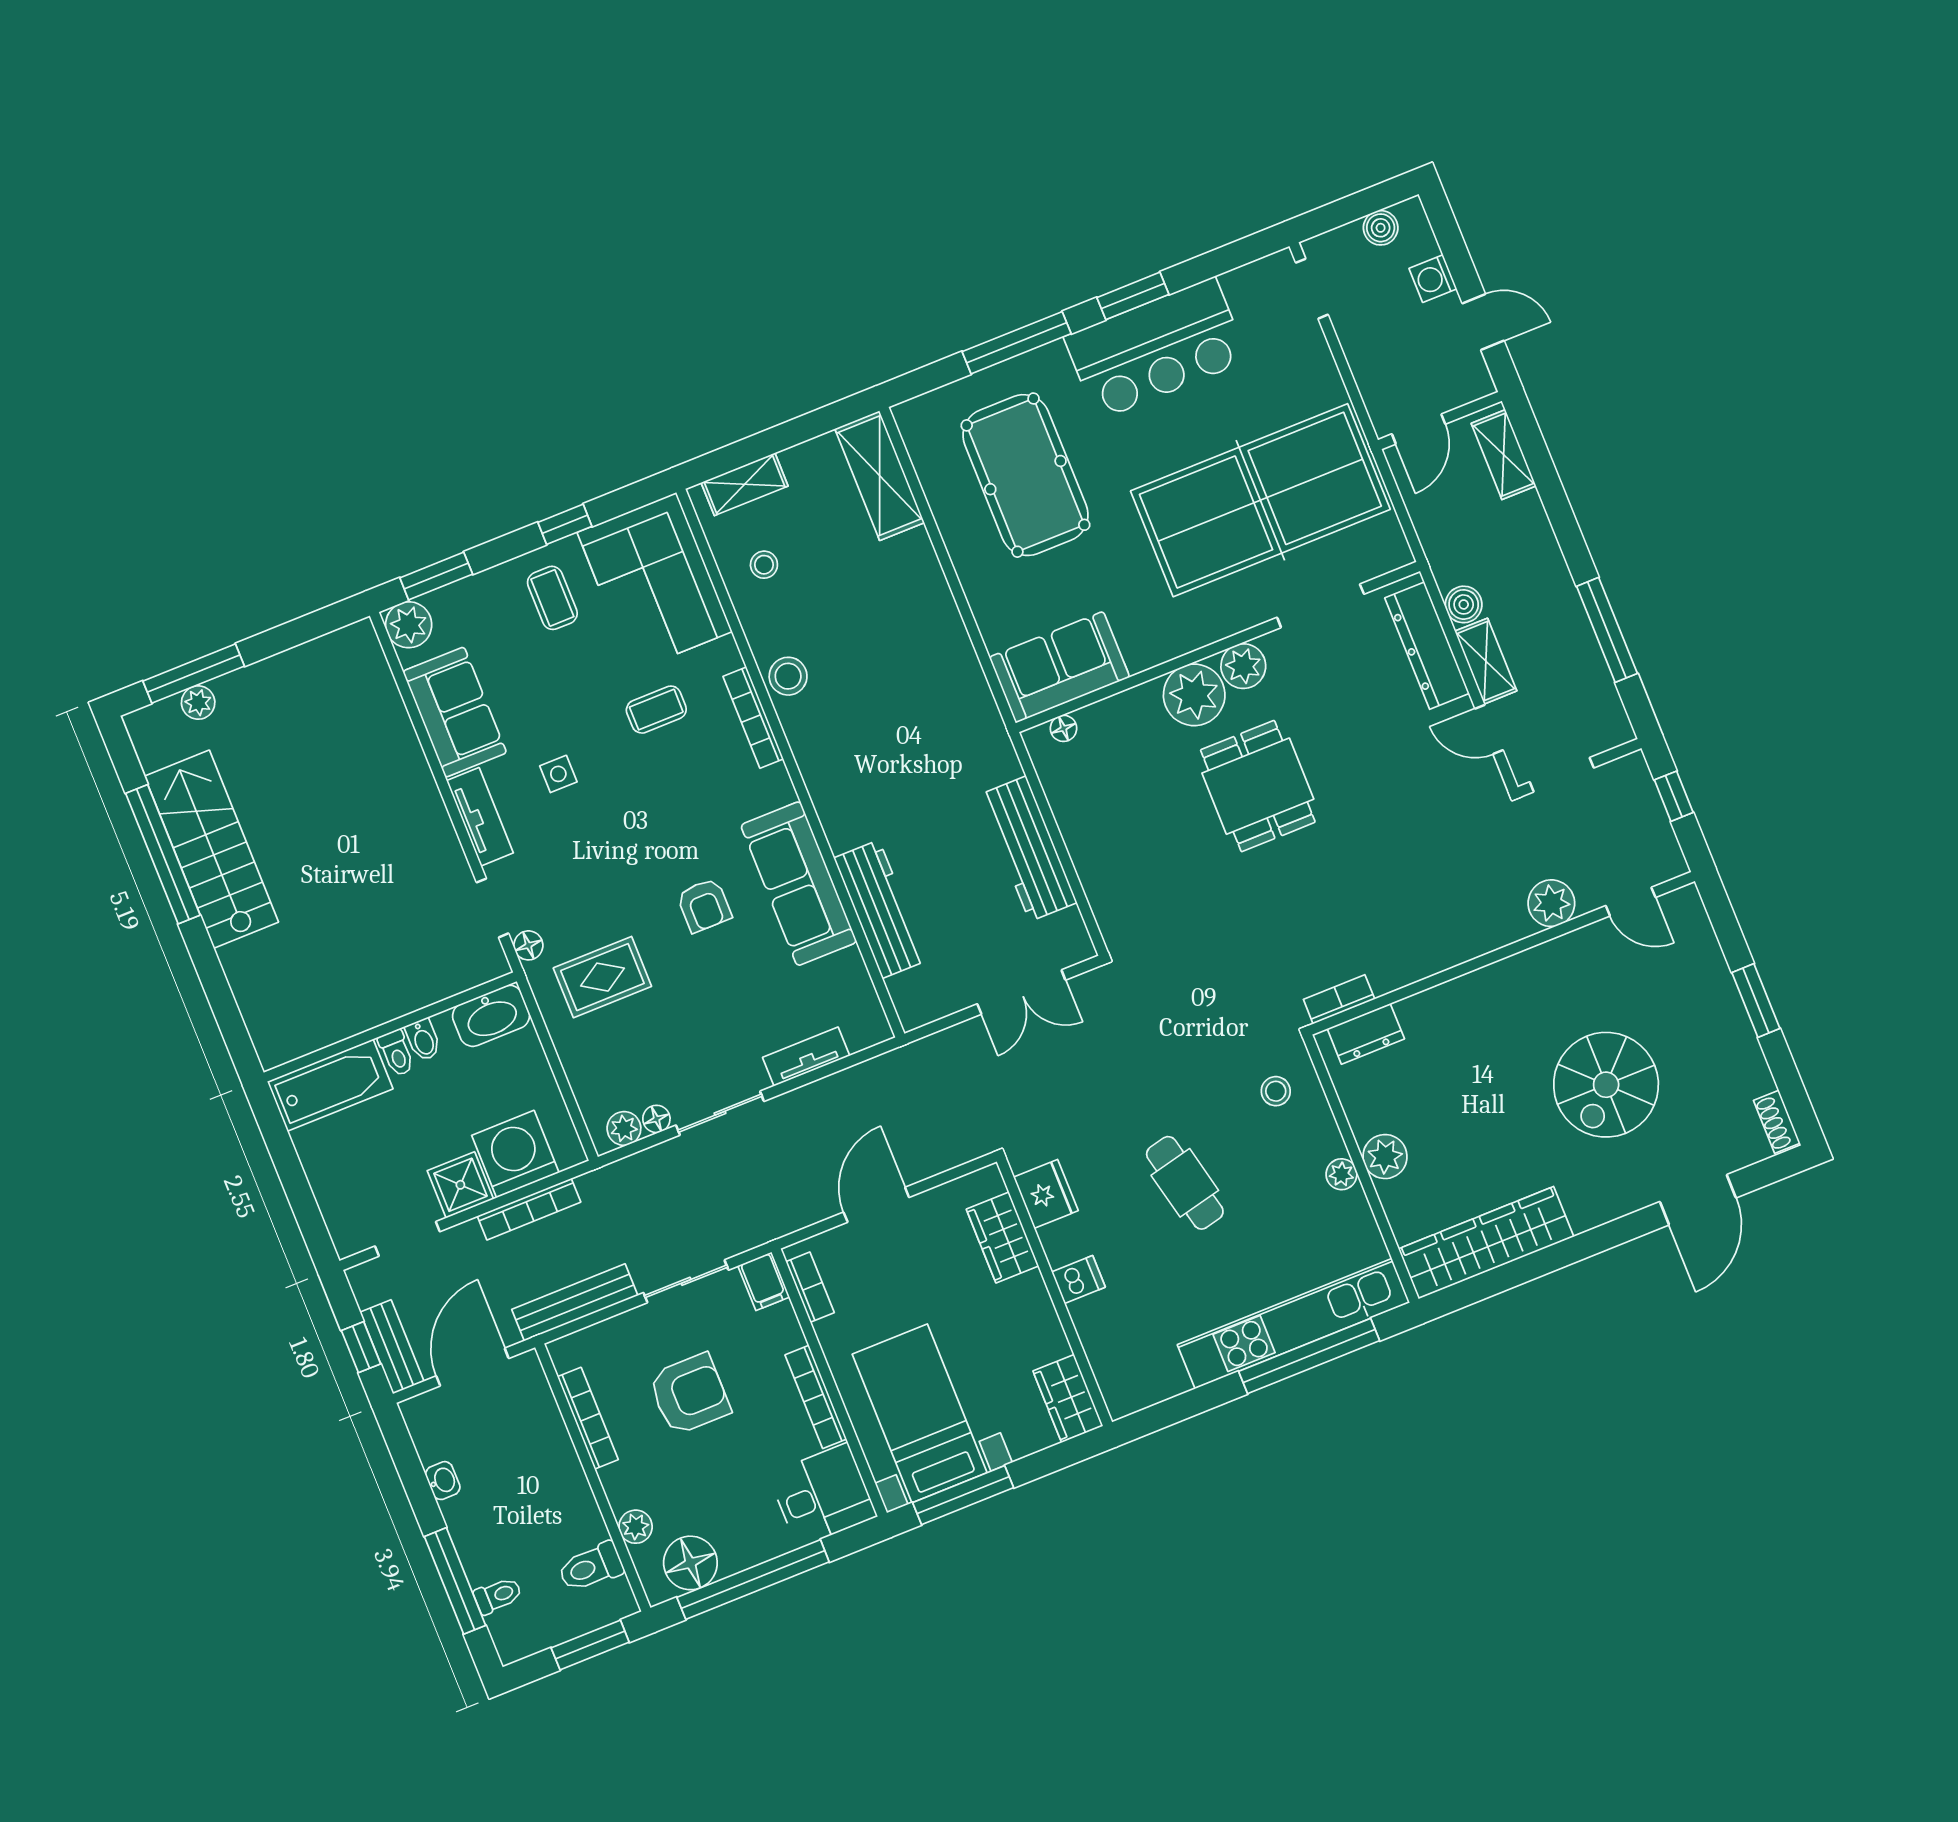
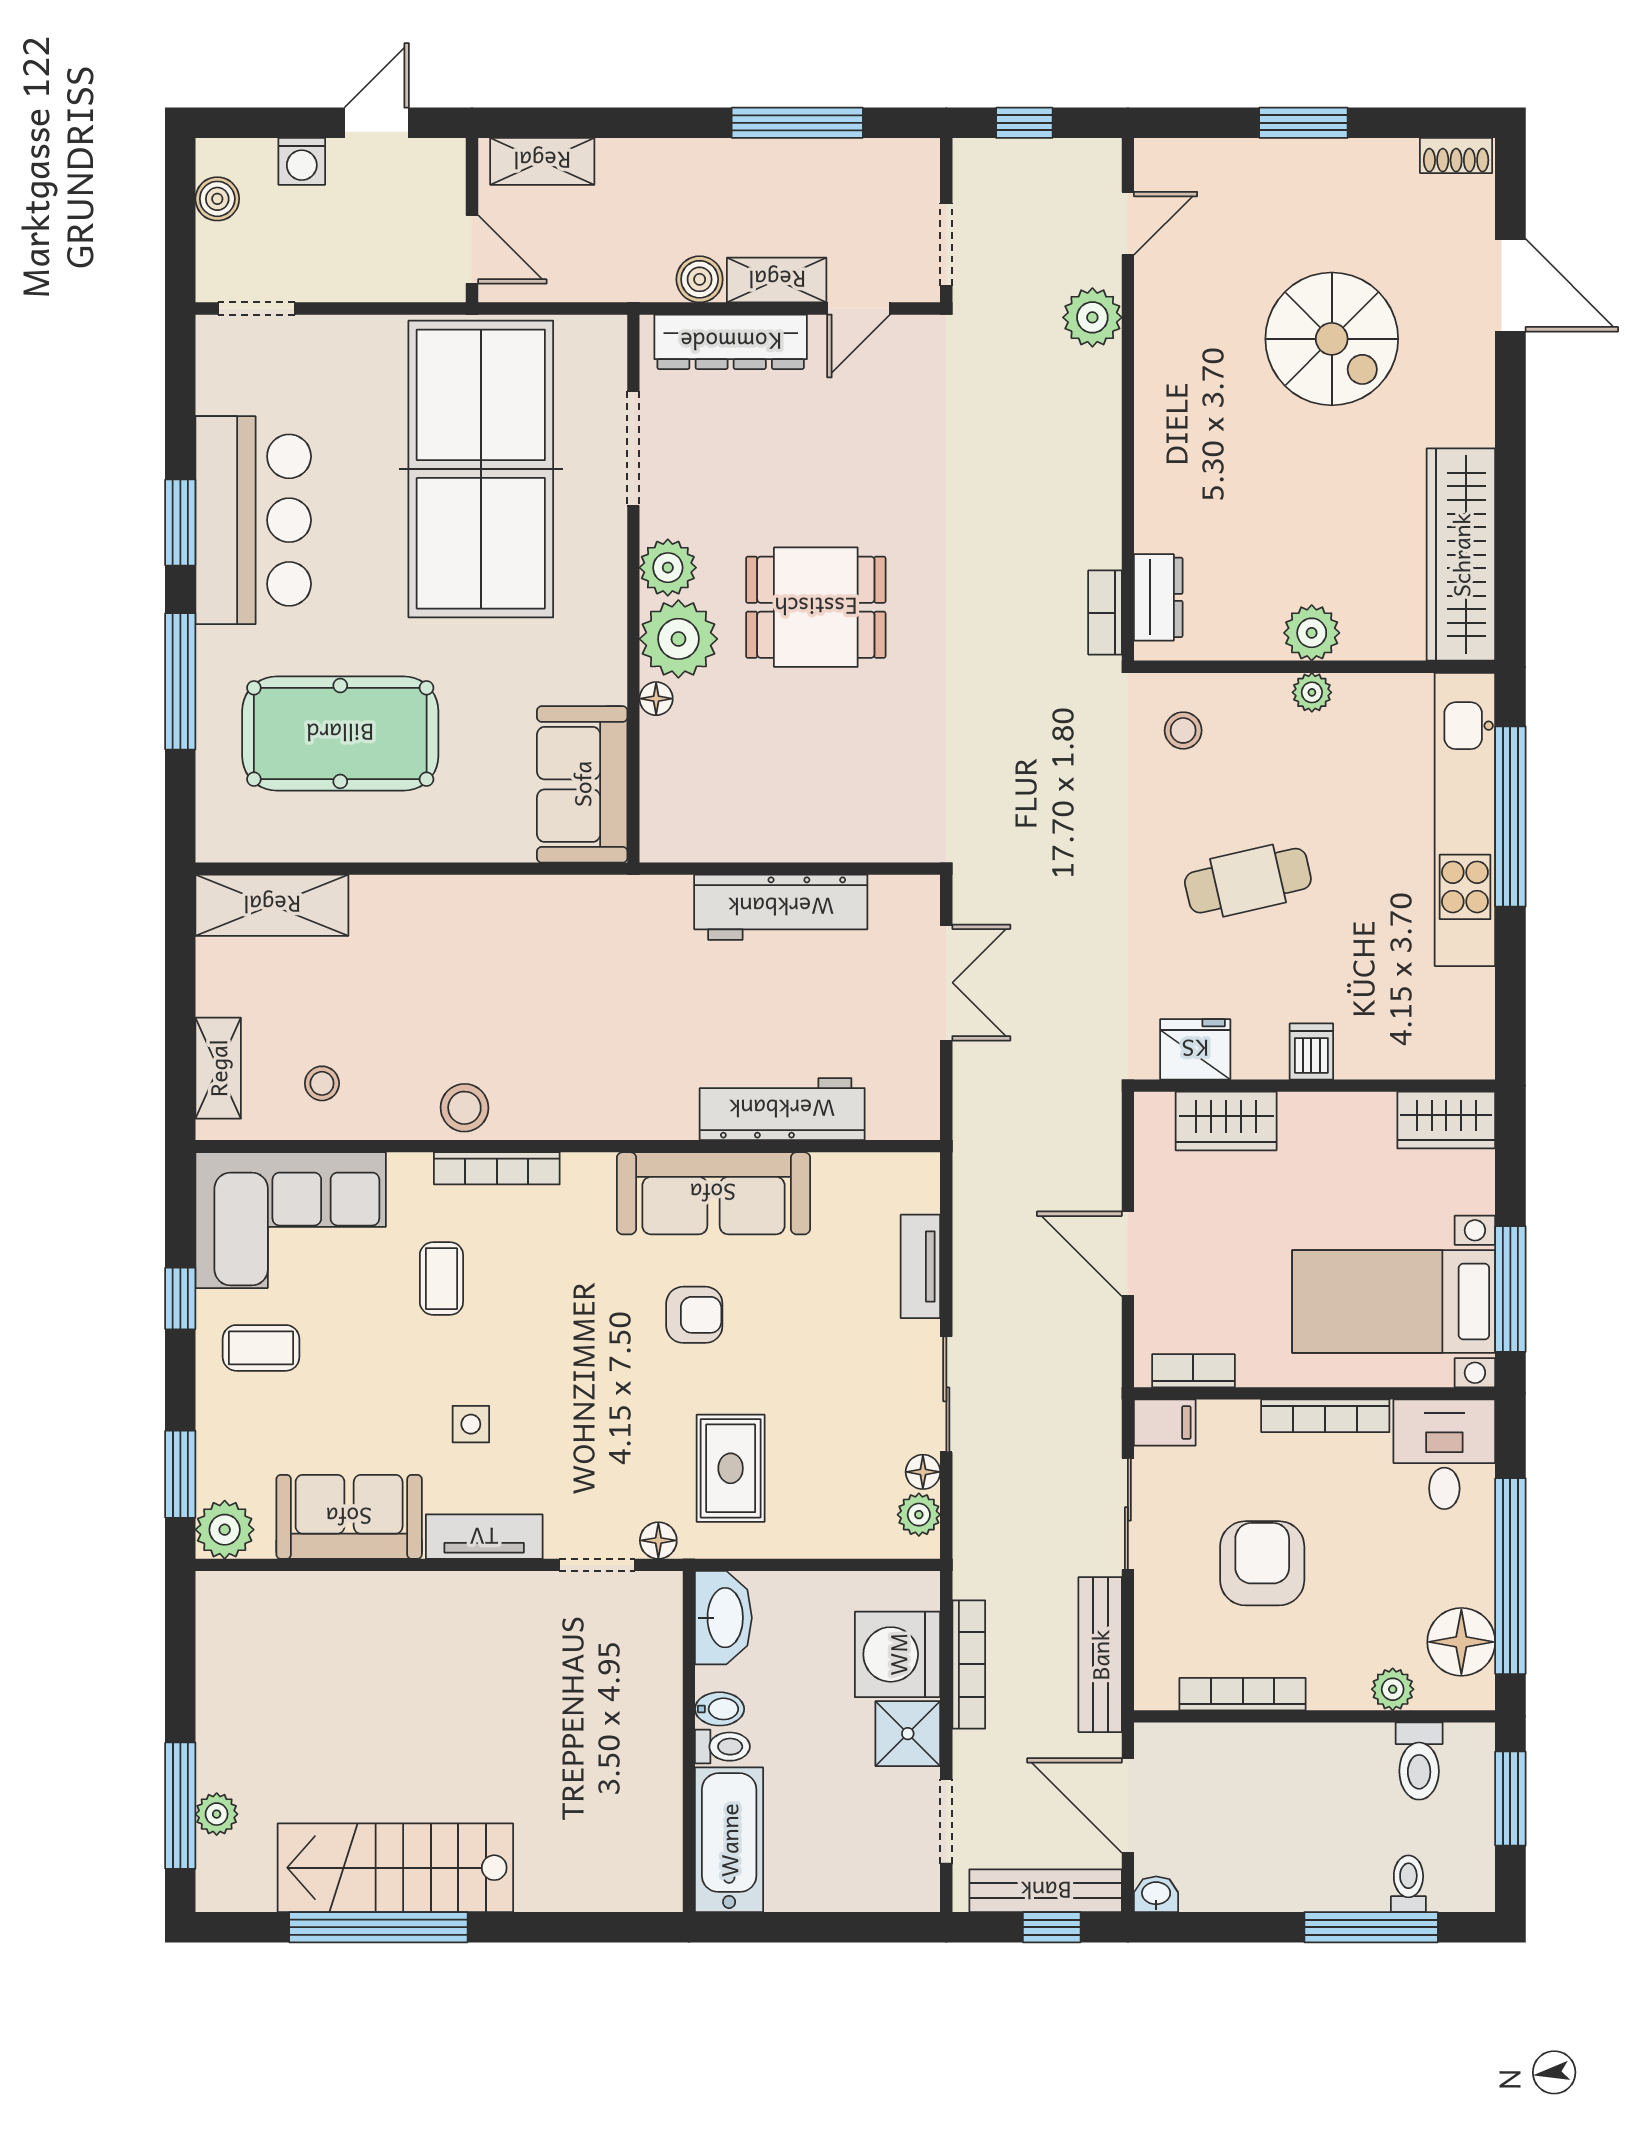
floor lamp: (1063, 728) -> (656, 699), moved
bench: (392, 1347) -> (1046, 1891), width x1.36
washbasin: (443, 1481) -> (1156, 1894), moved

